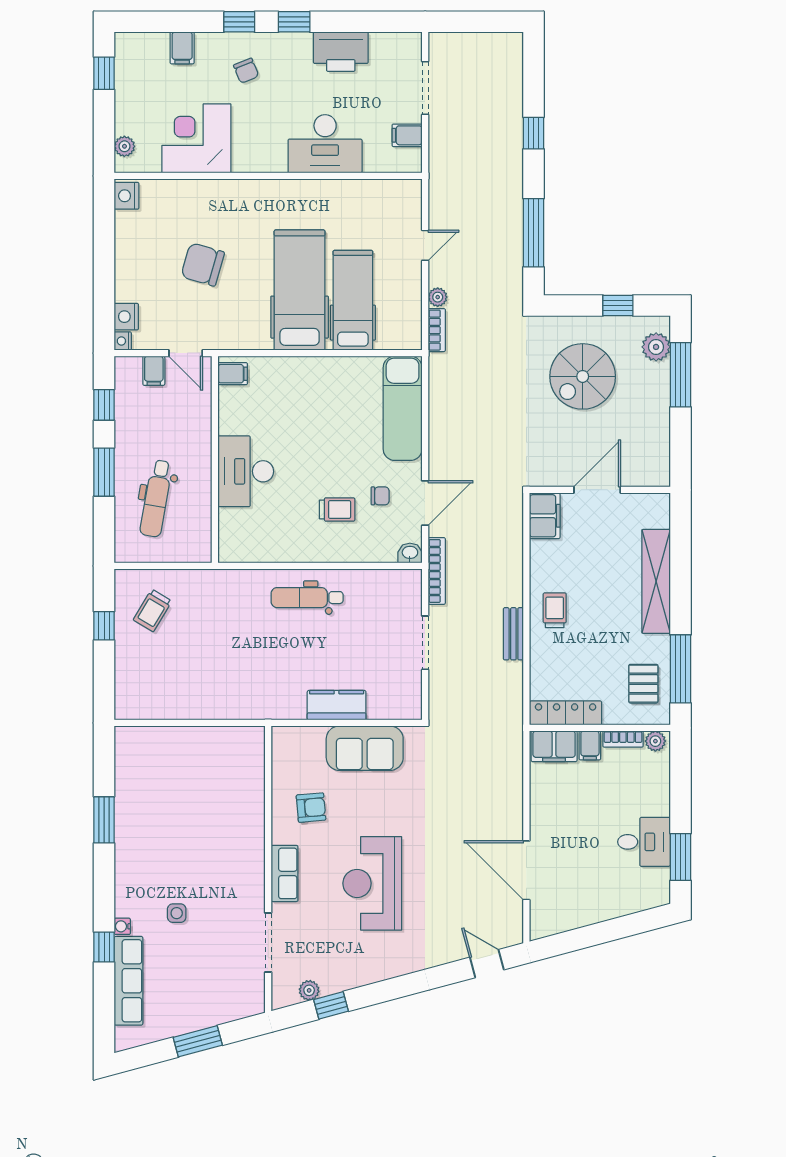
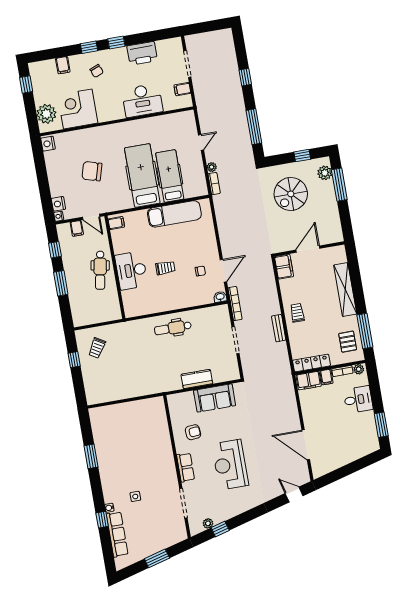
plant: (124, 146) -> (46, 114), width x1.88, depth x1.88
exam couch: (403, 408) -> (174, 214), moved, turned -90
dental chair: (156, 498) -> (100, 270), moved
trolley: (337, 509) -> (165, 268), moved
desk: (644, 842) -> (358, 400), moved

